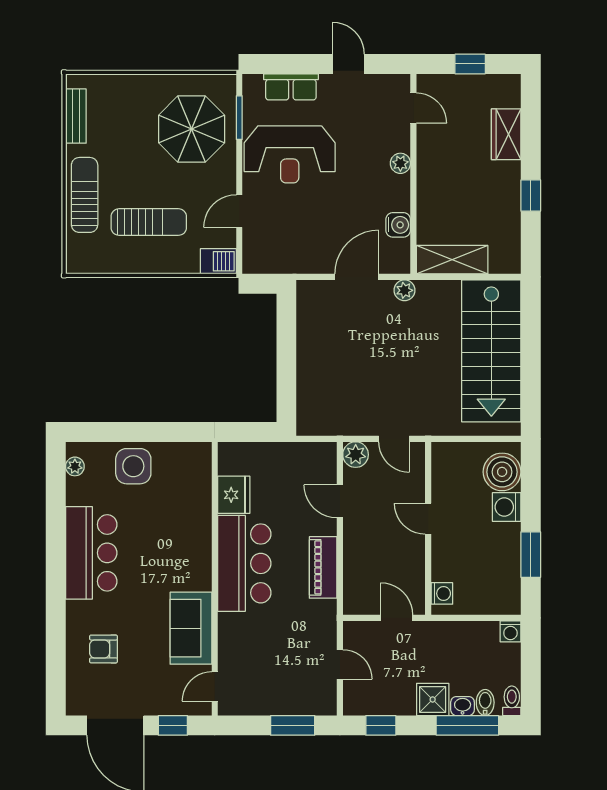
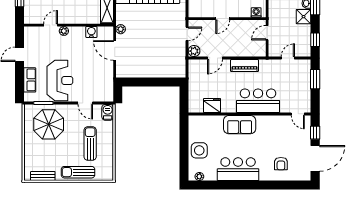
door: (413, 108) -> (51, 25), moved
bar counter: (244, 563) -> (258, 101), moved
sofa: (191, 628) -> (240, 125), moved

